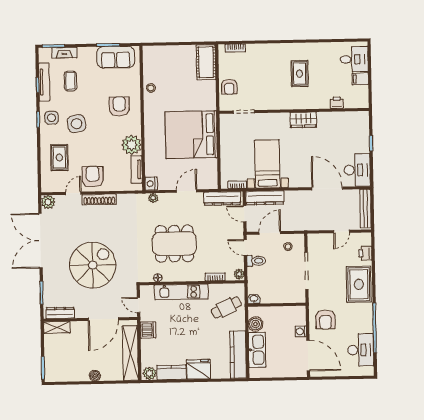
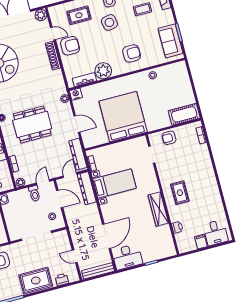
rug: (300, 74) -> (180, 193), moved, turned 90
wardrobe: (303, 120) -> (158, 209), width x1.50
dining table: (174, 244) -> (32, 124), turned 90

